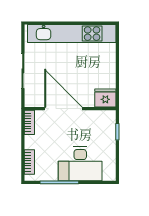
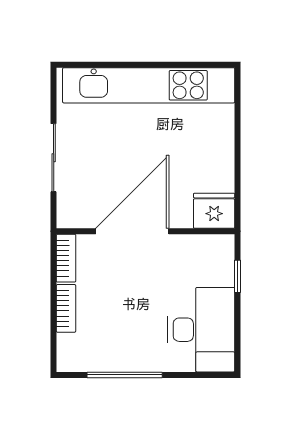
door: (63, 109) -> (132, 231), hinge flipped
bookcase: (29, 162) -> (66, 308), moved
desk: (80, 164) -> (201, 330), moved, turned -90

